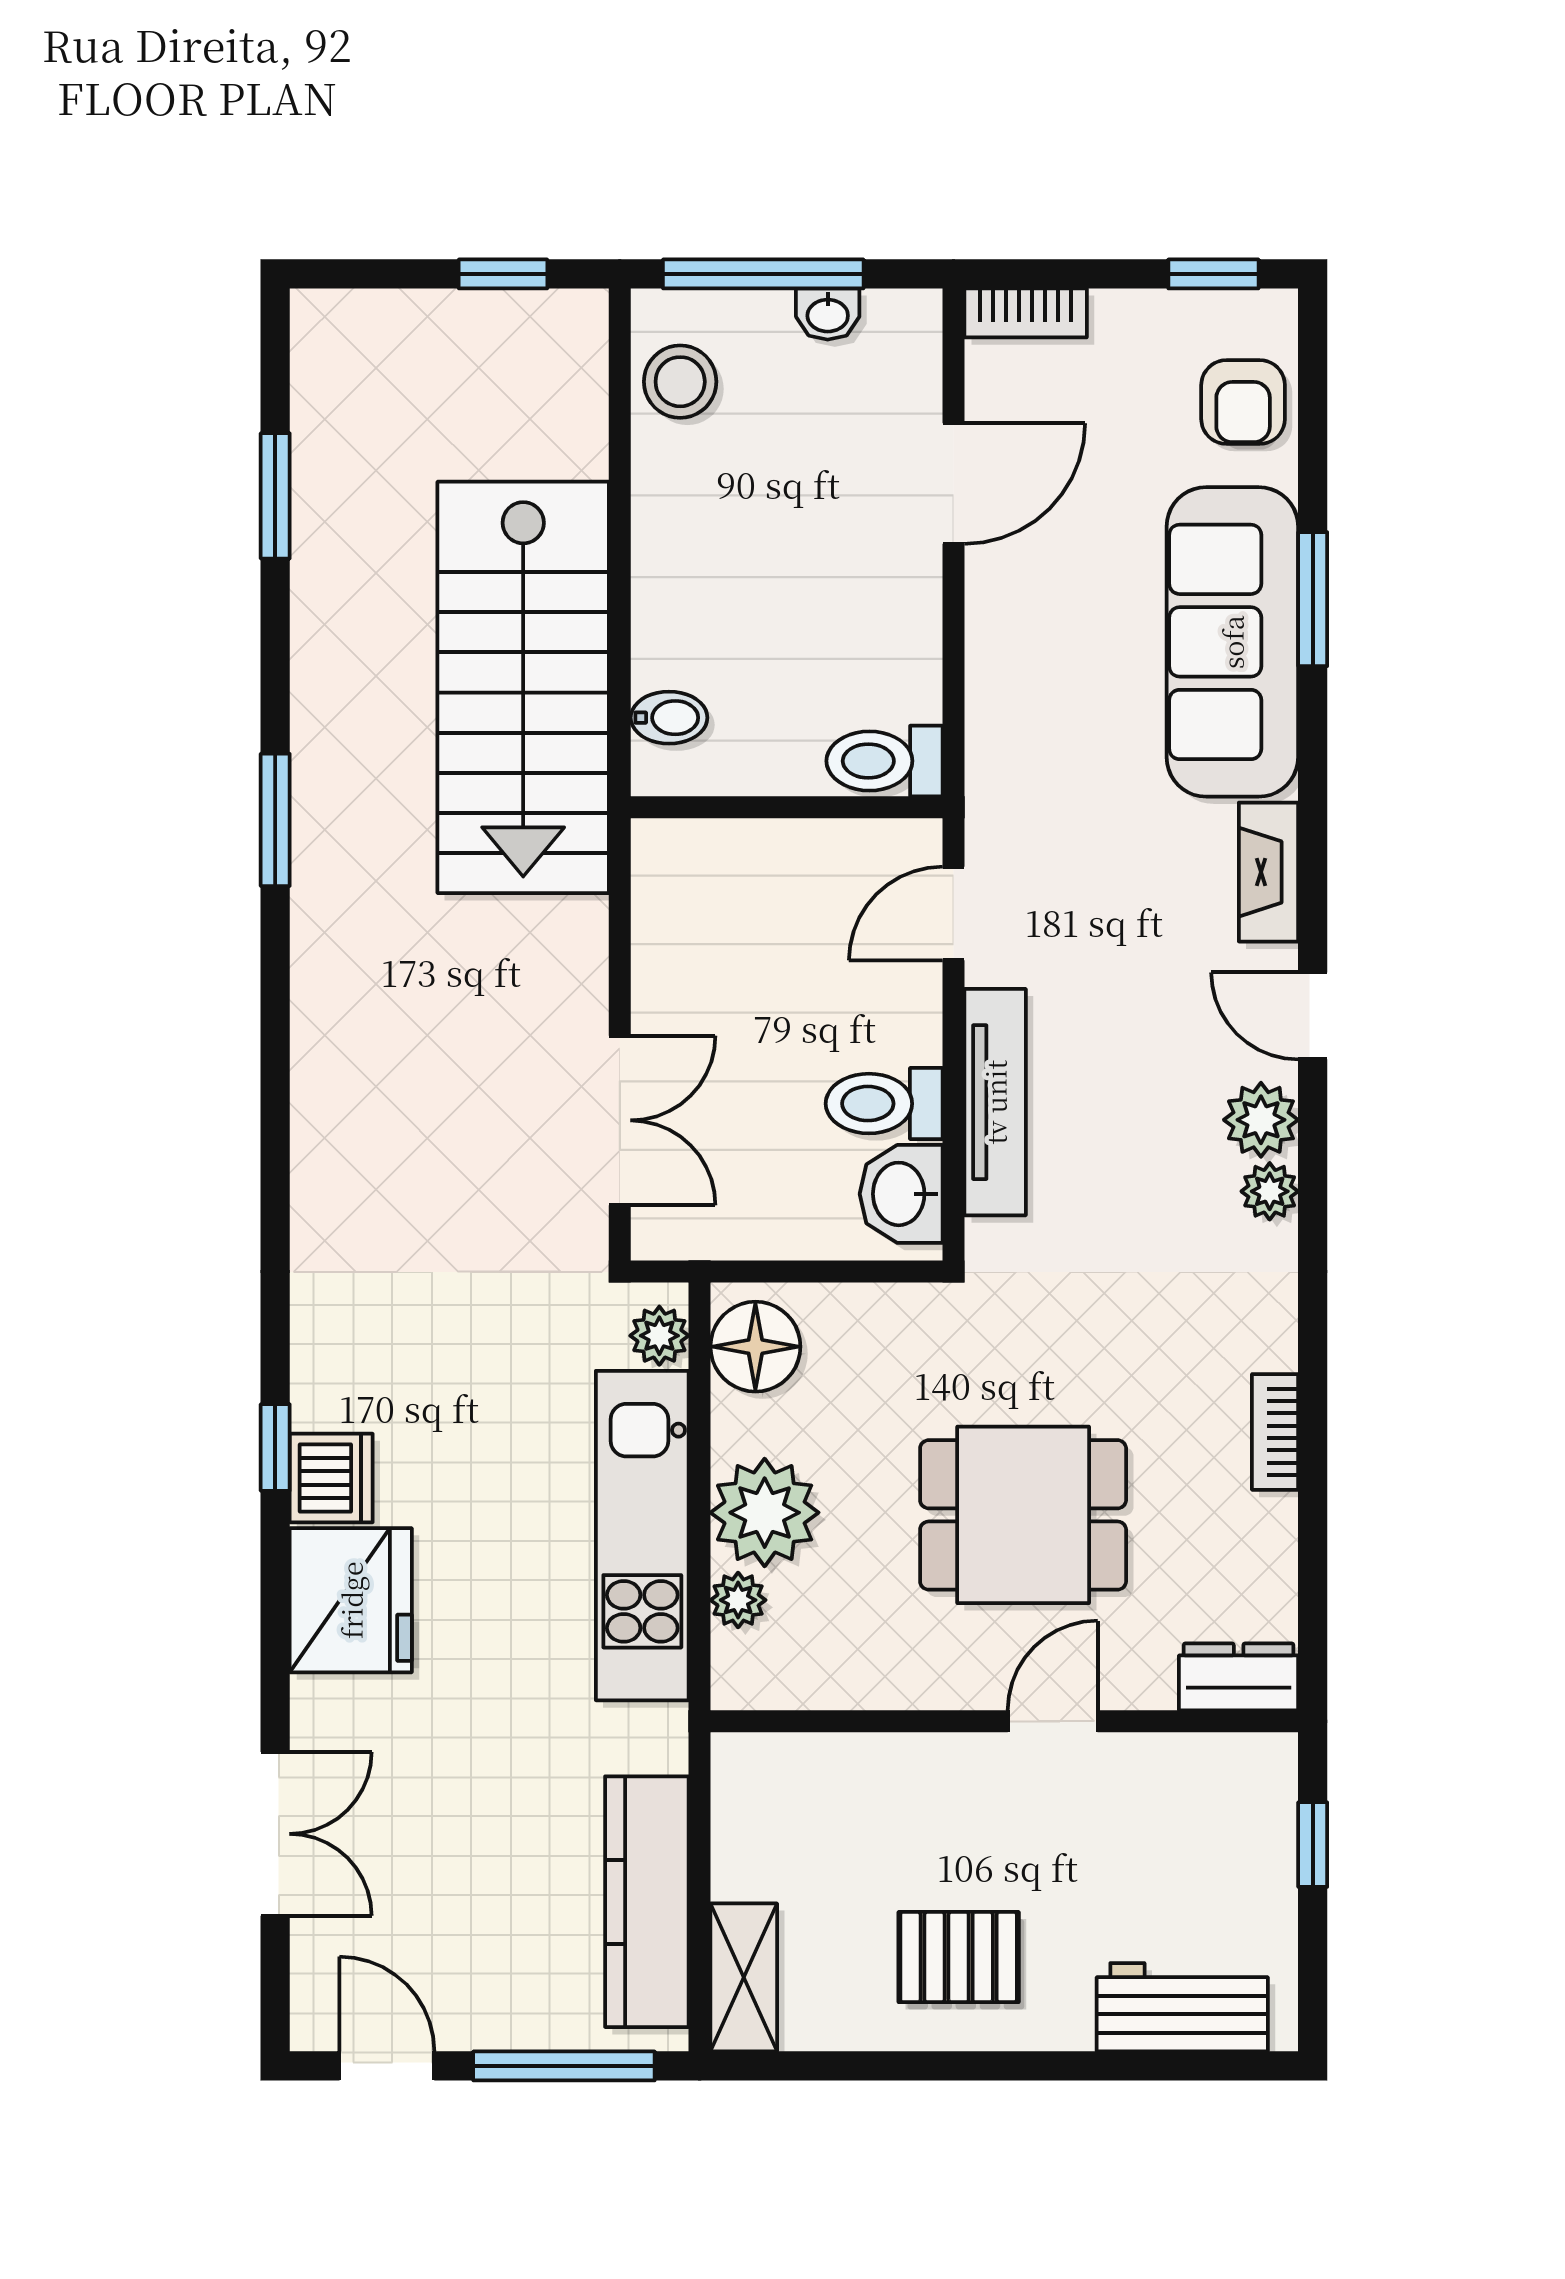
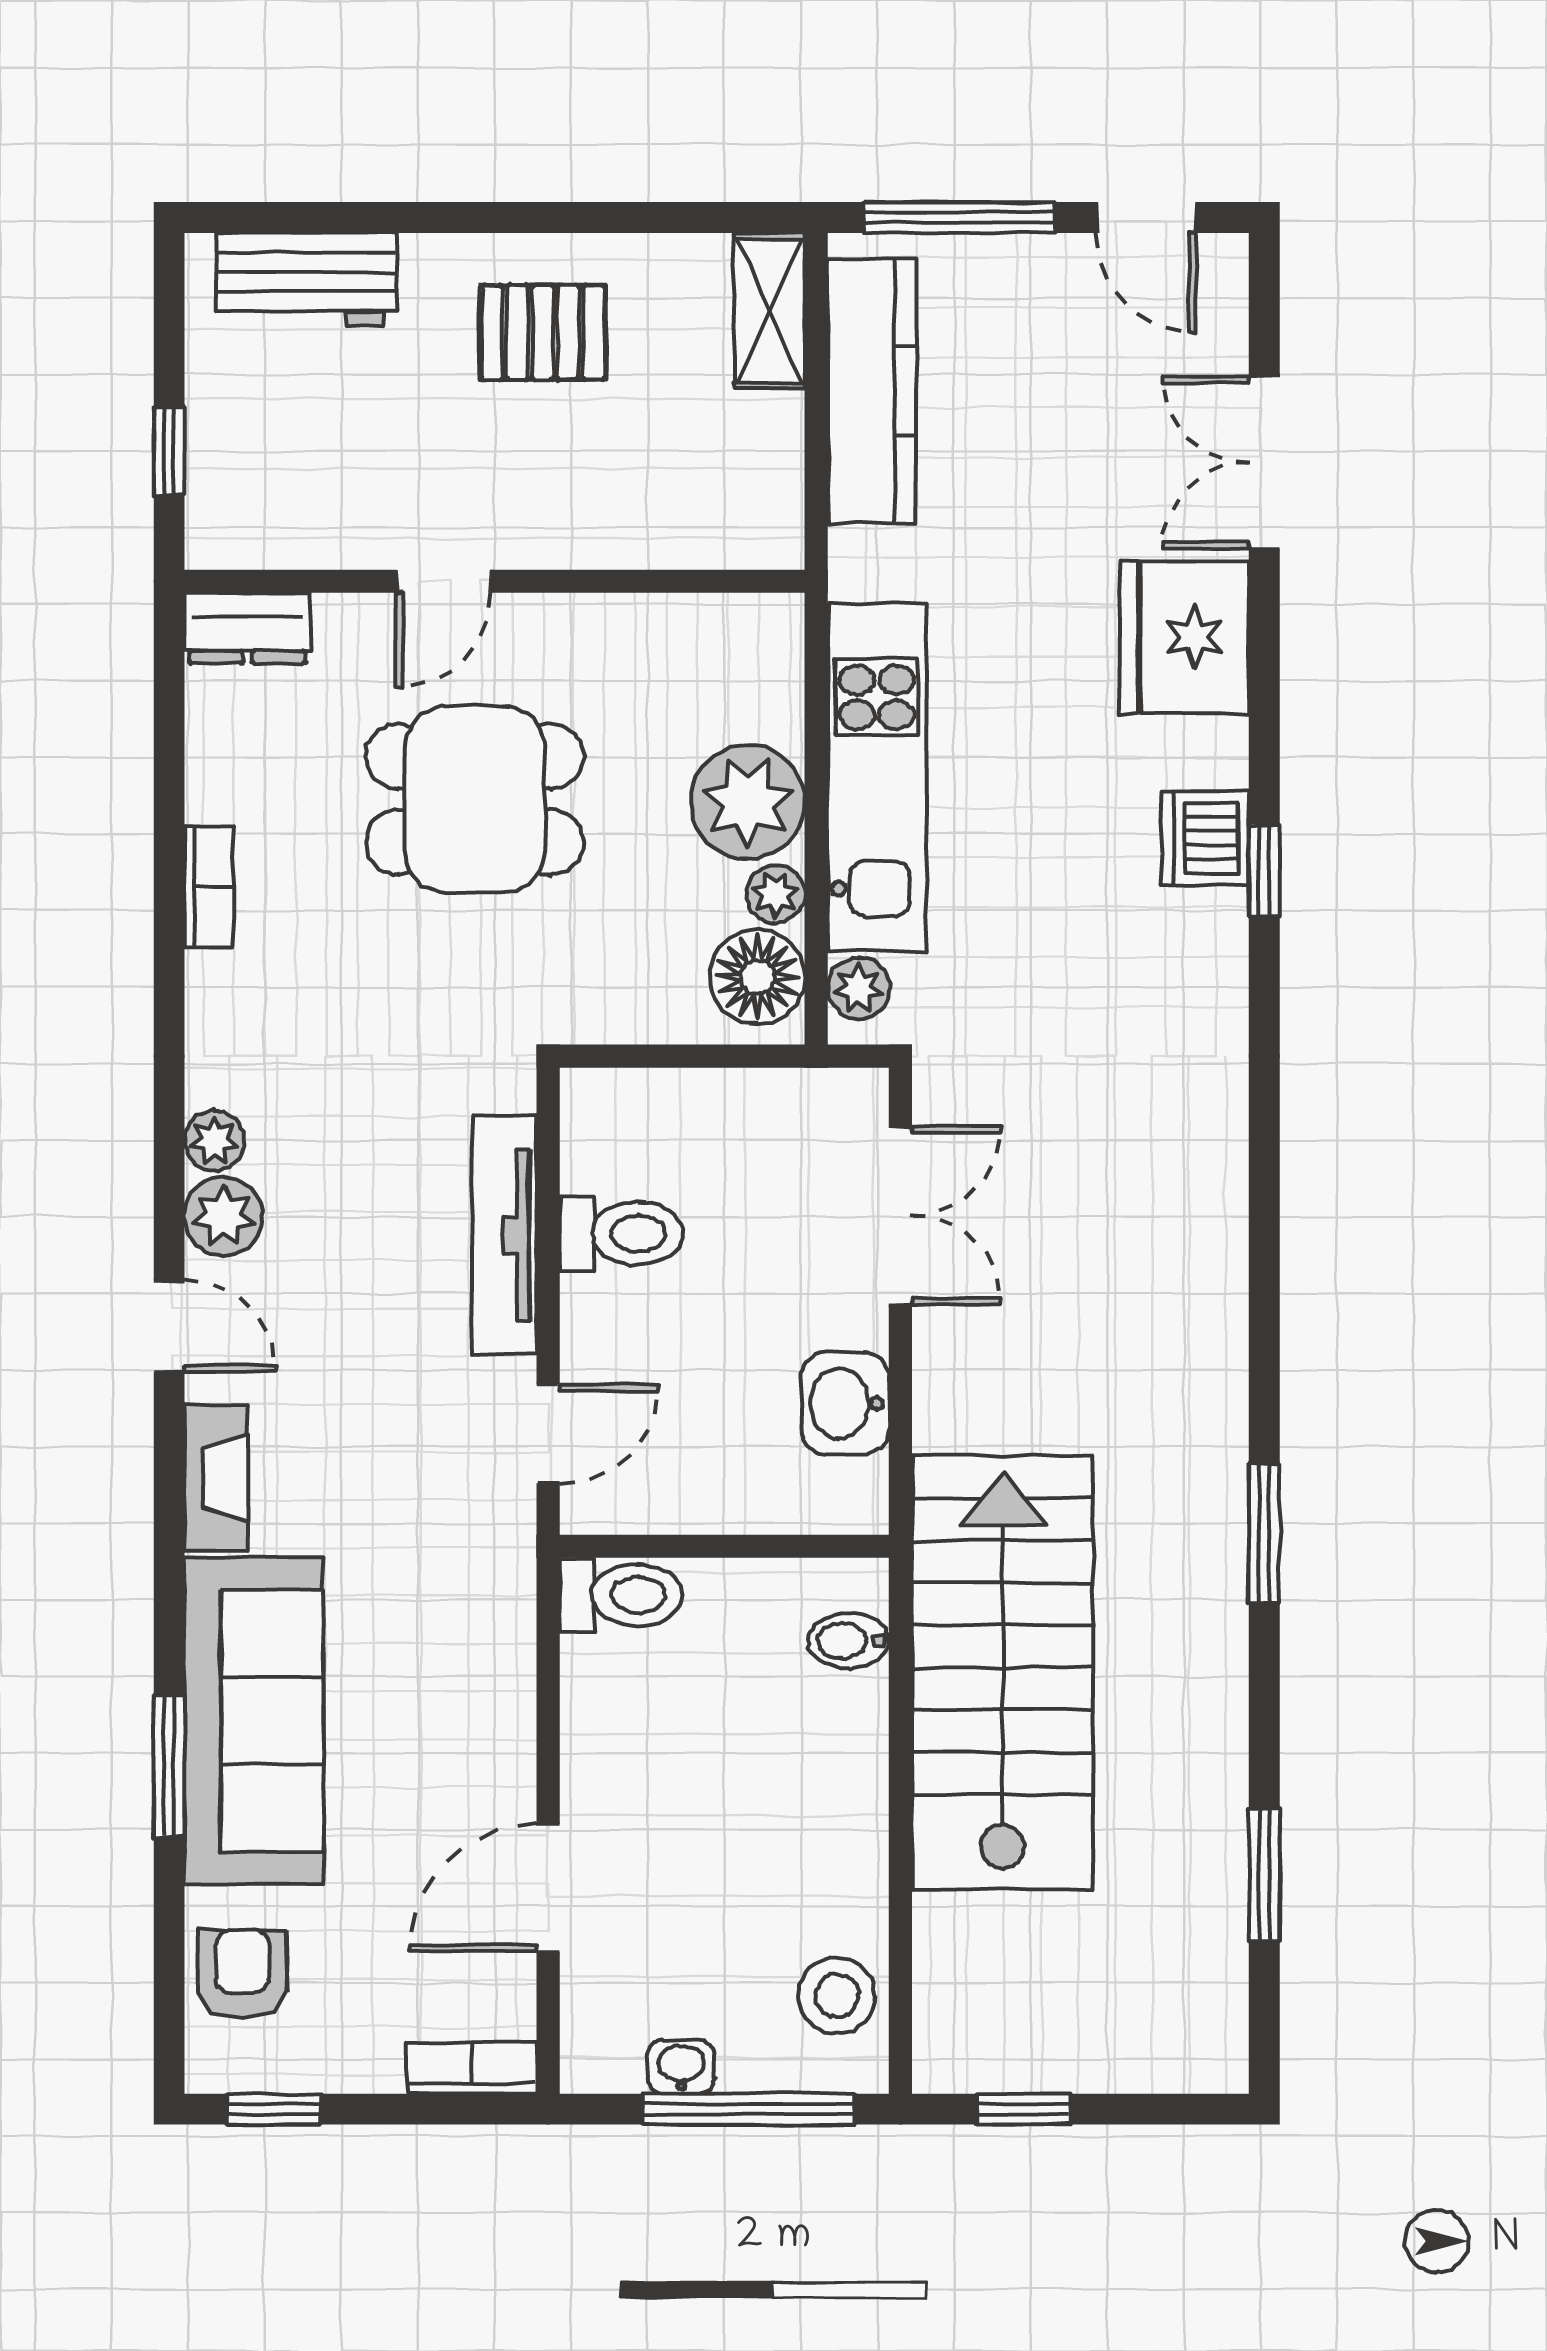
double door: (620, 1120) -> (900, 1216), swing flipped
washbasin: (901, 1194) -> (845, 1403), moved, turned 180
fridge: (351, 1600) -> (1184, 637), moved
plant: (738, 1600) -> (776, 894), moved

